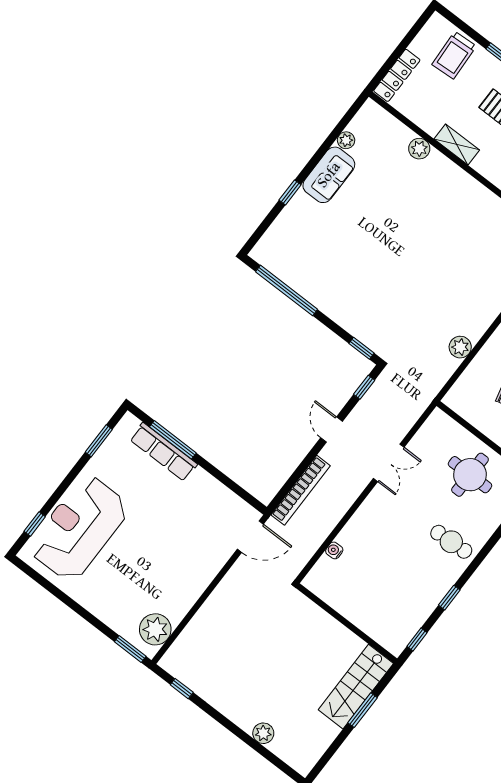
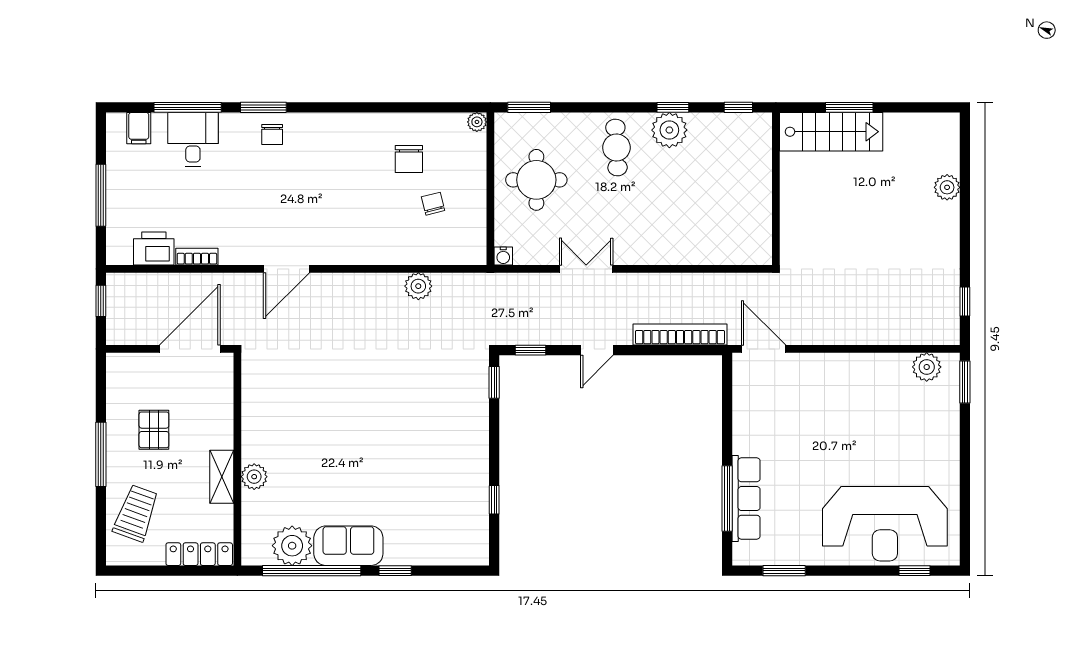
trolley: (454, 55) -> (136, 513), turned -67
window: (331, 139) -> (312, 571), added
plant: (346, 140) -> (292, 546), width x1.88, depth x1.88
shelving: (457, 144) -> (222, 477), moved
window: (287, 290) -> (494, 500), width x0.32
water cooler: (334, 550) -> (503, 256), moved
plant: (436, 584) -> (669, 130), added
plant: (155, 629) -> (927, 367), width x0.73, depth x0.73

